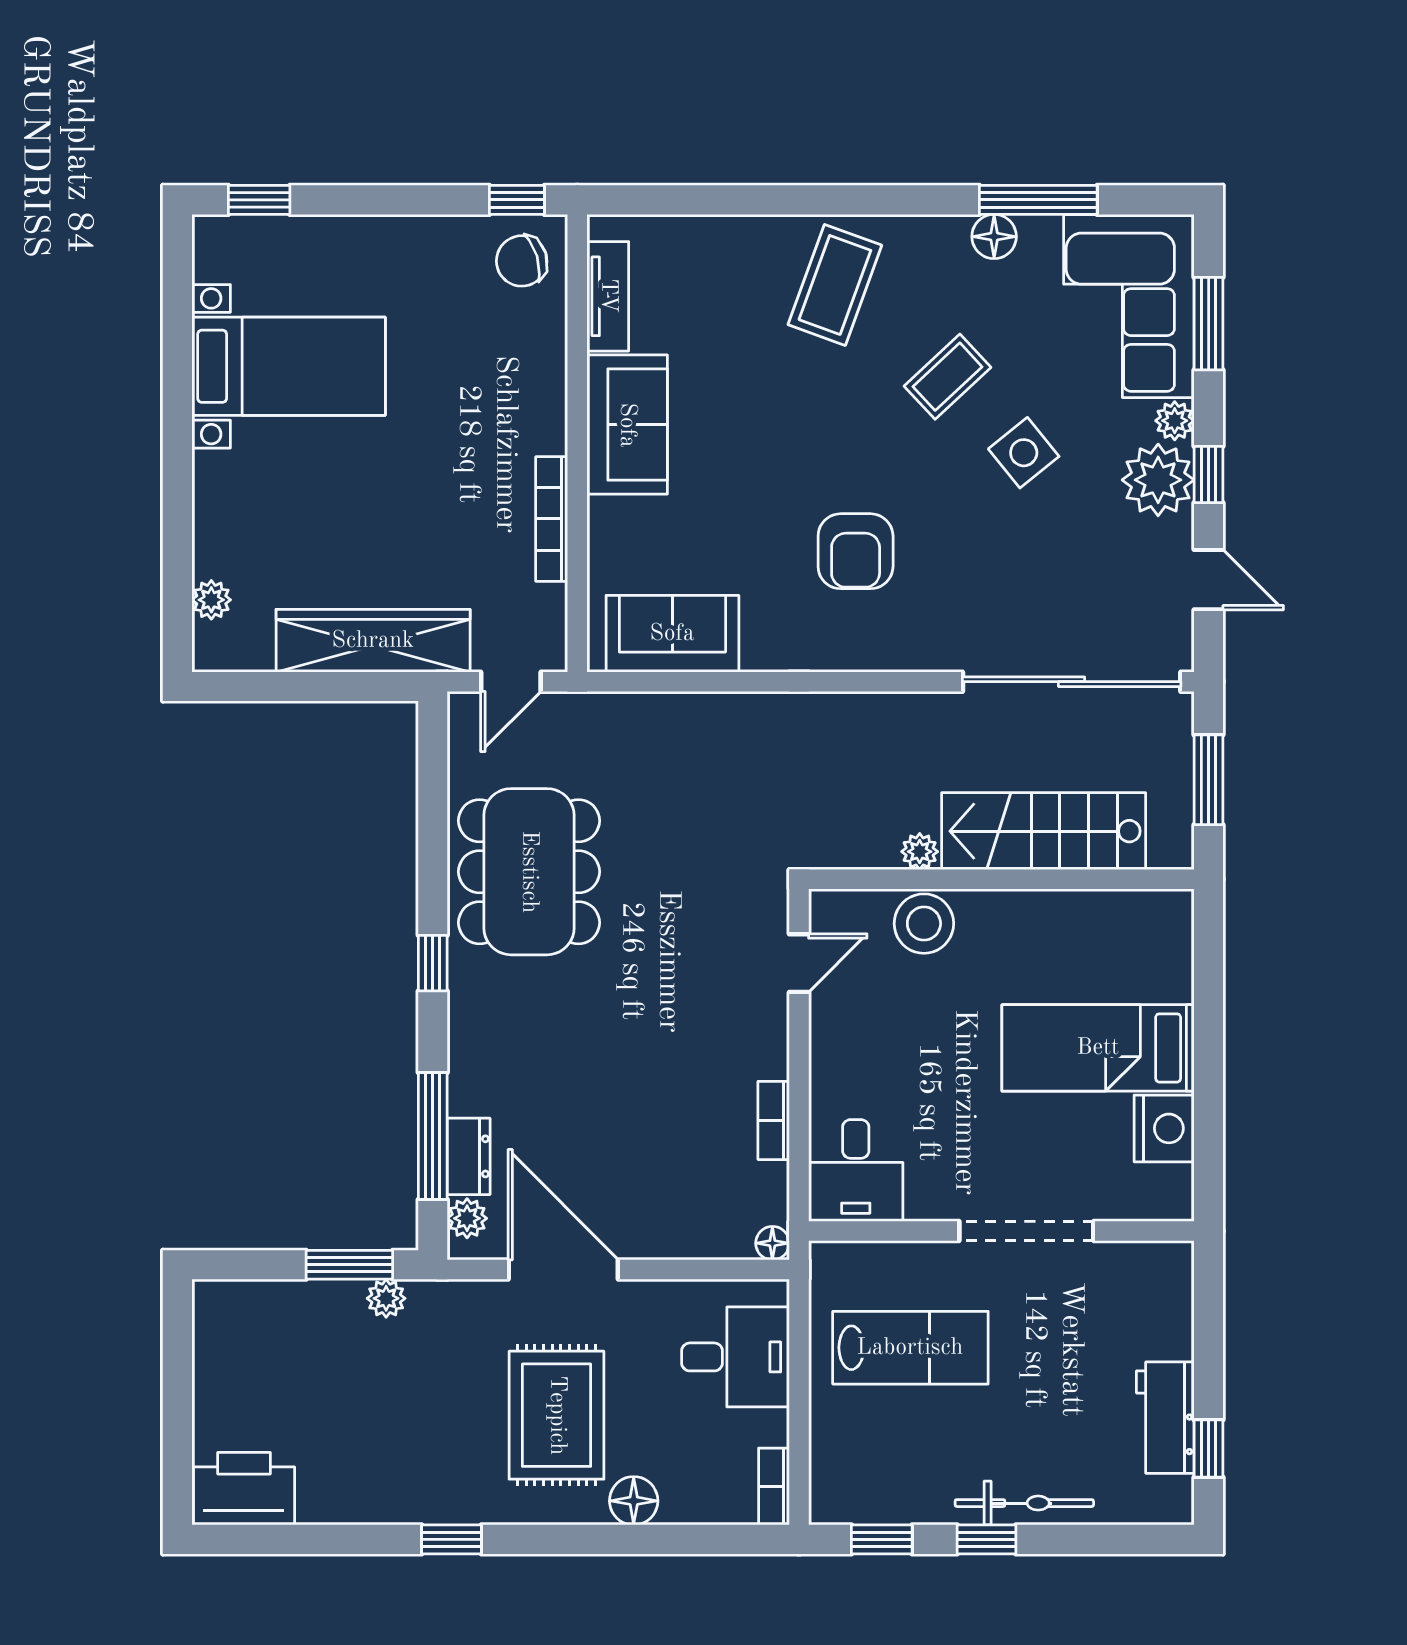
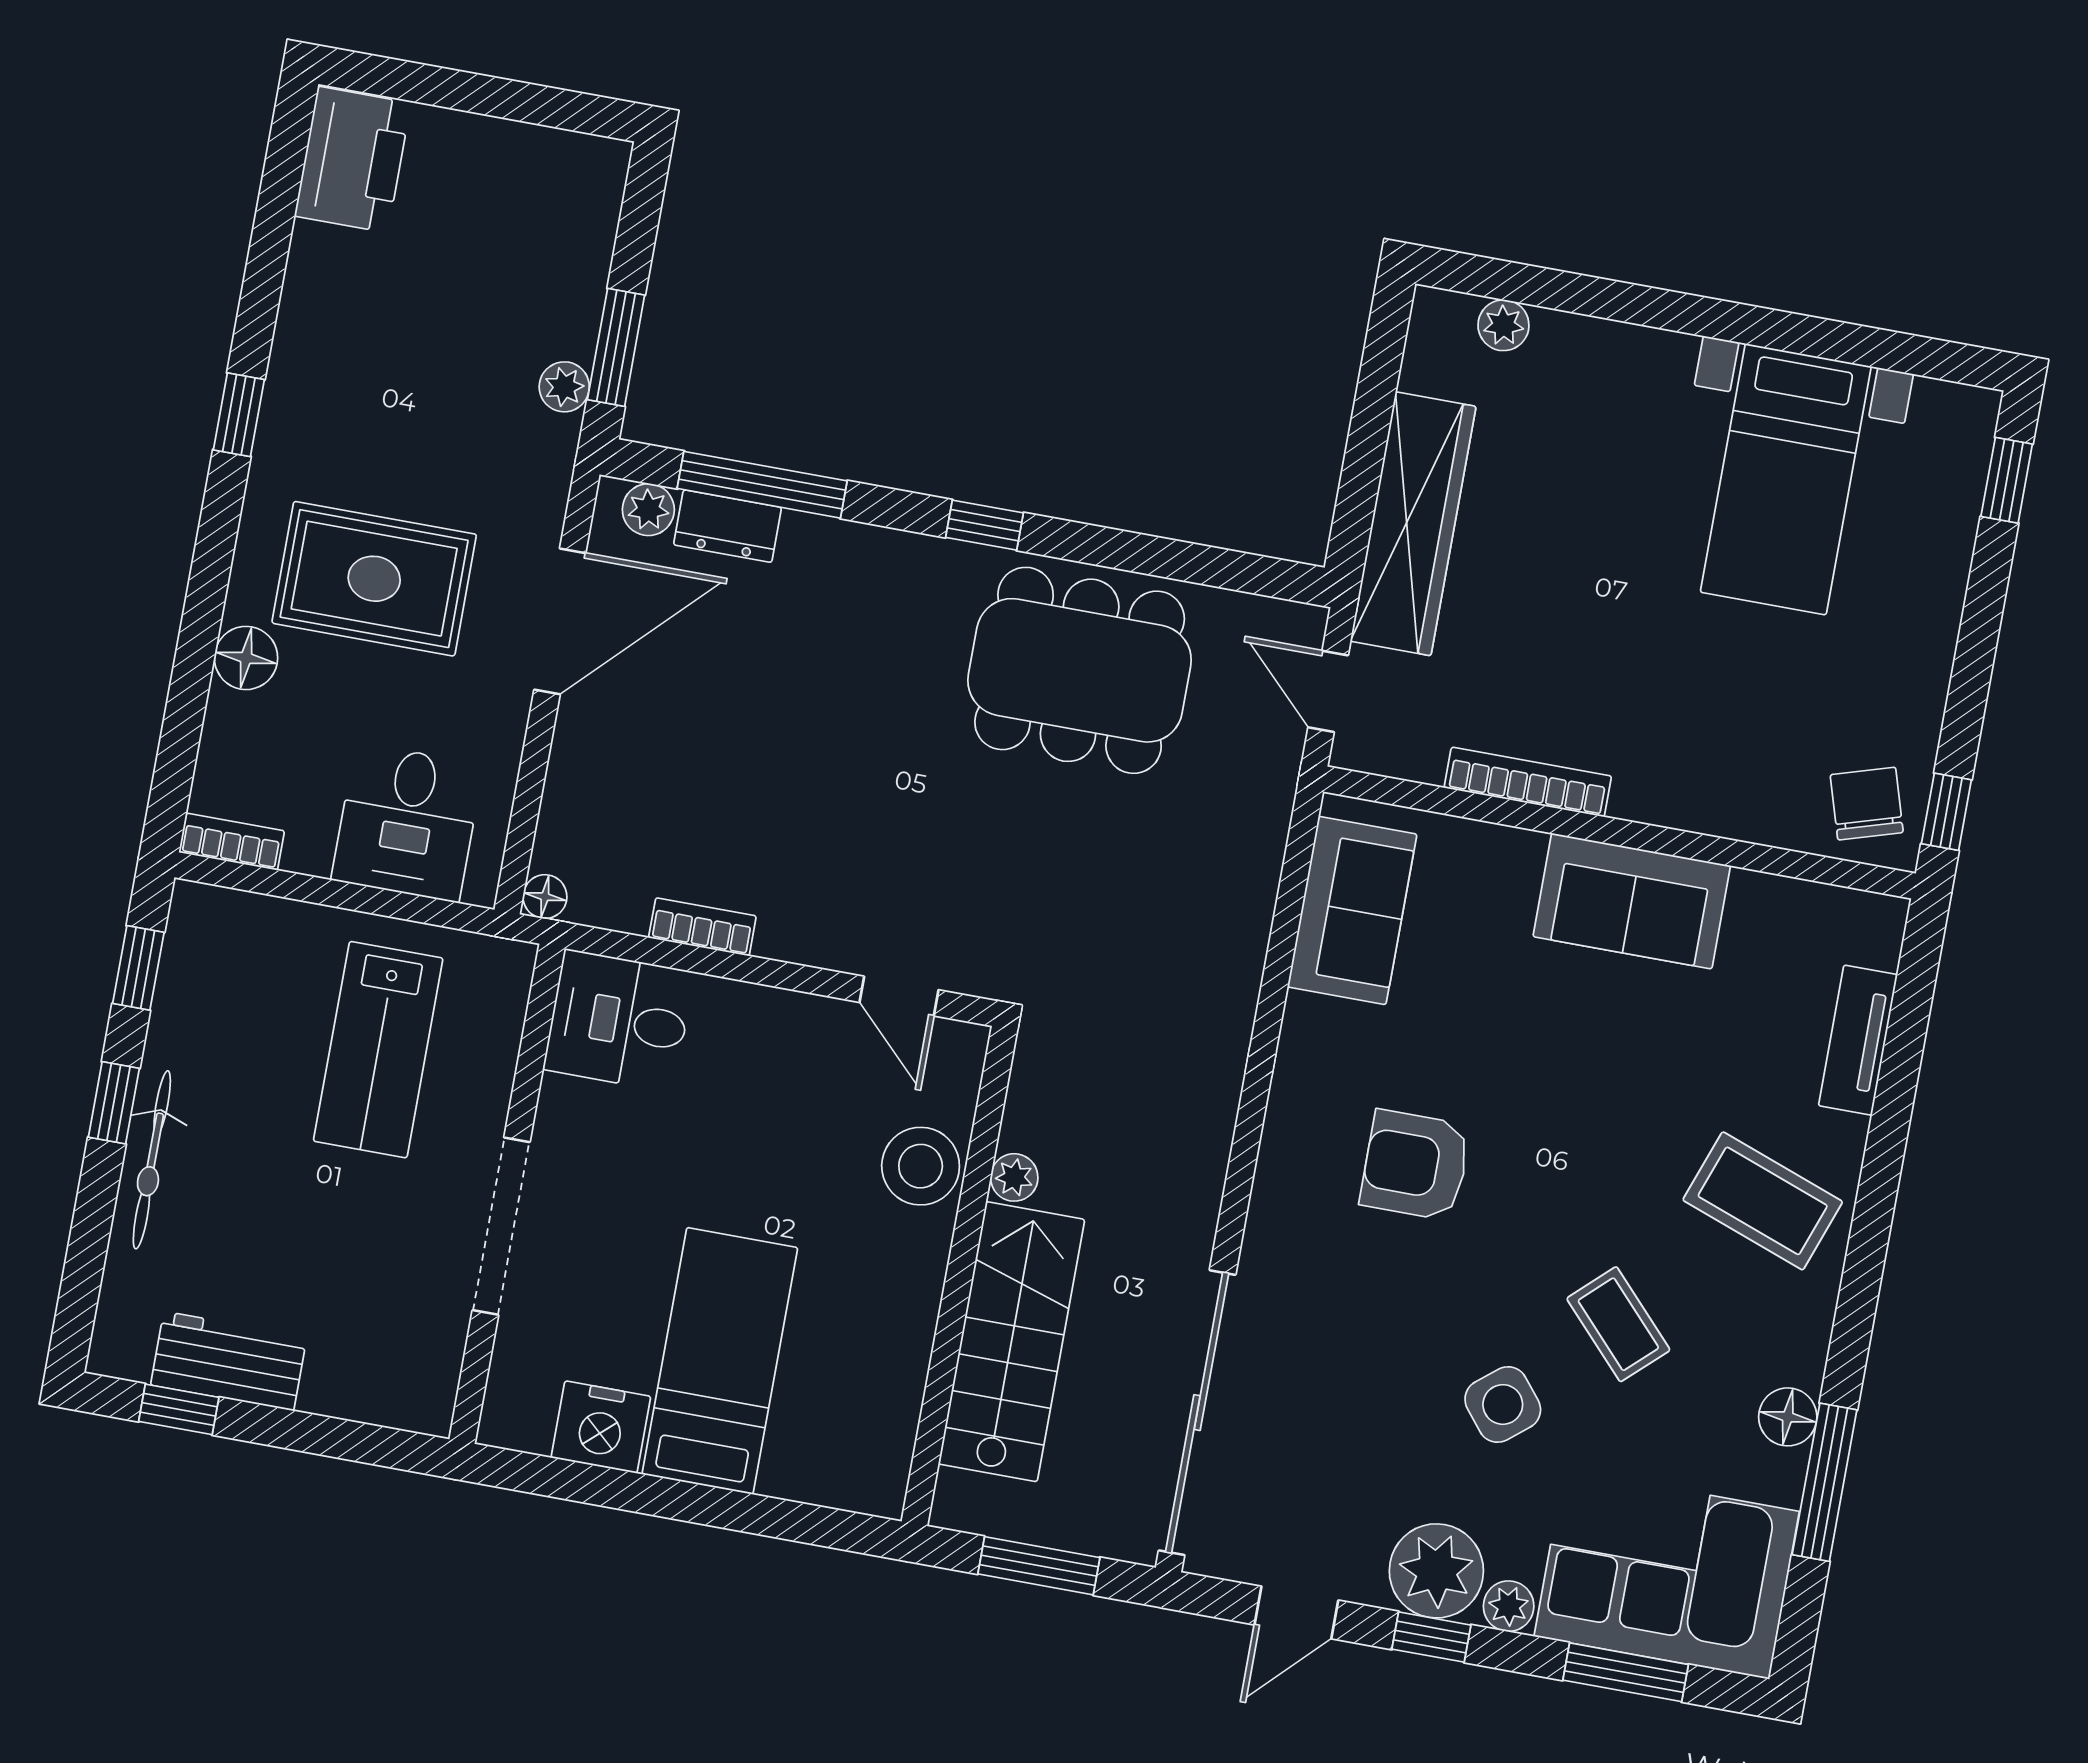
tv unit: (608, 296) -> (1858, 1040), moved, turned 90

